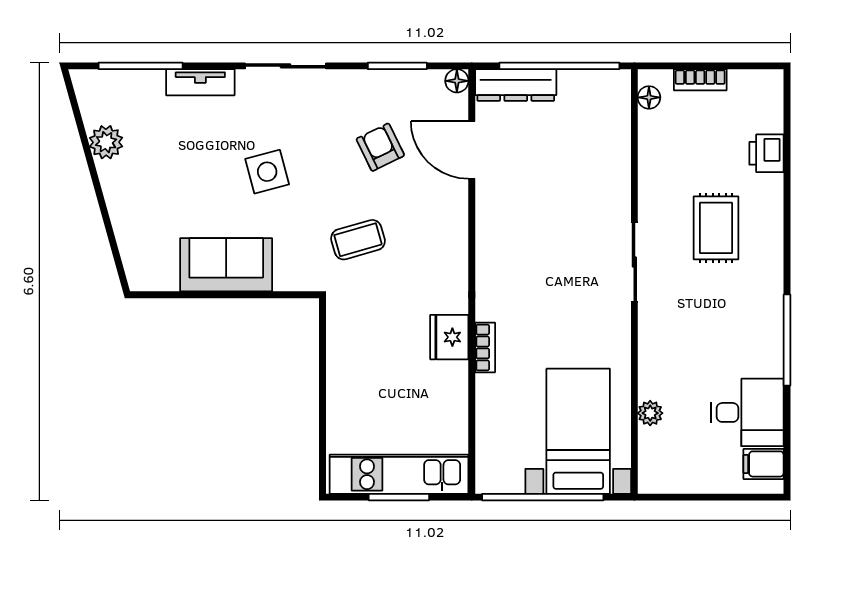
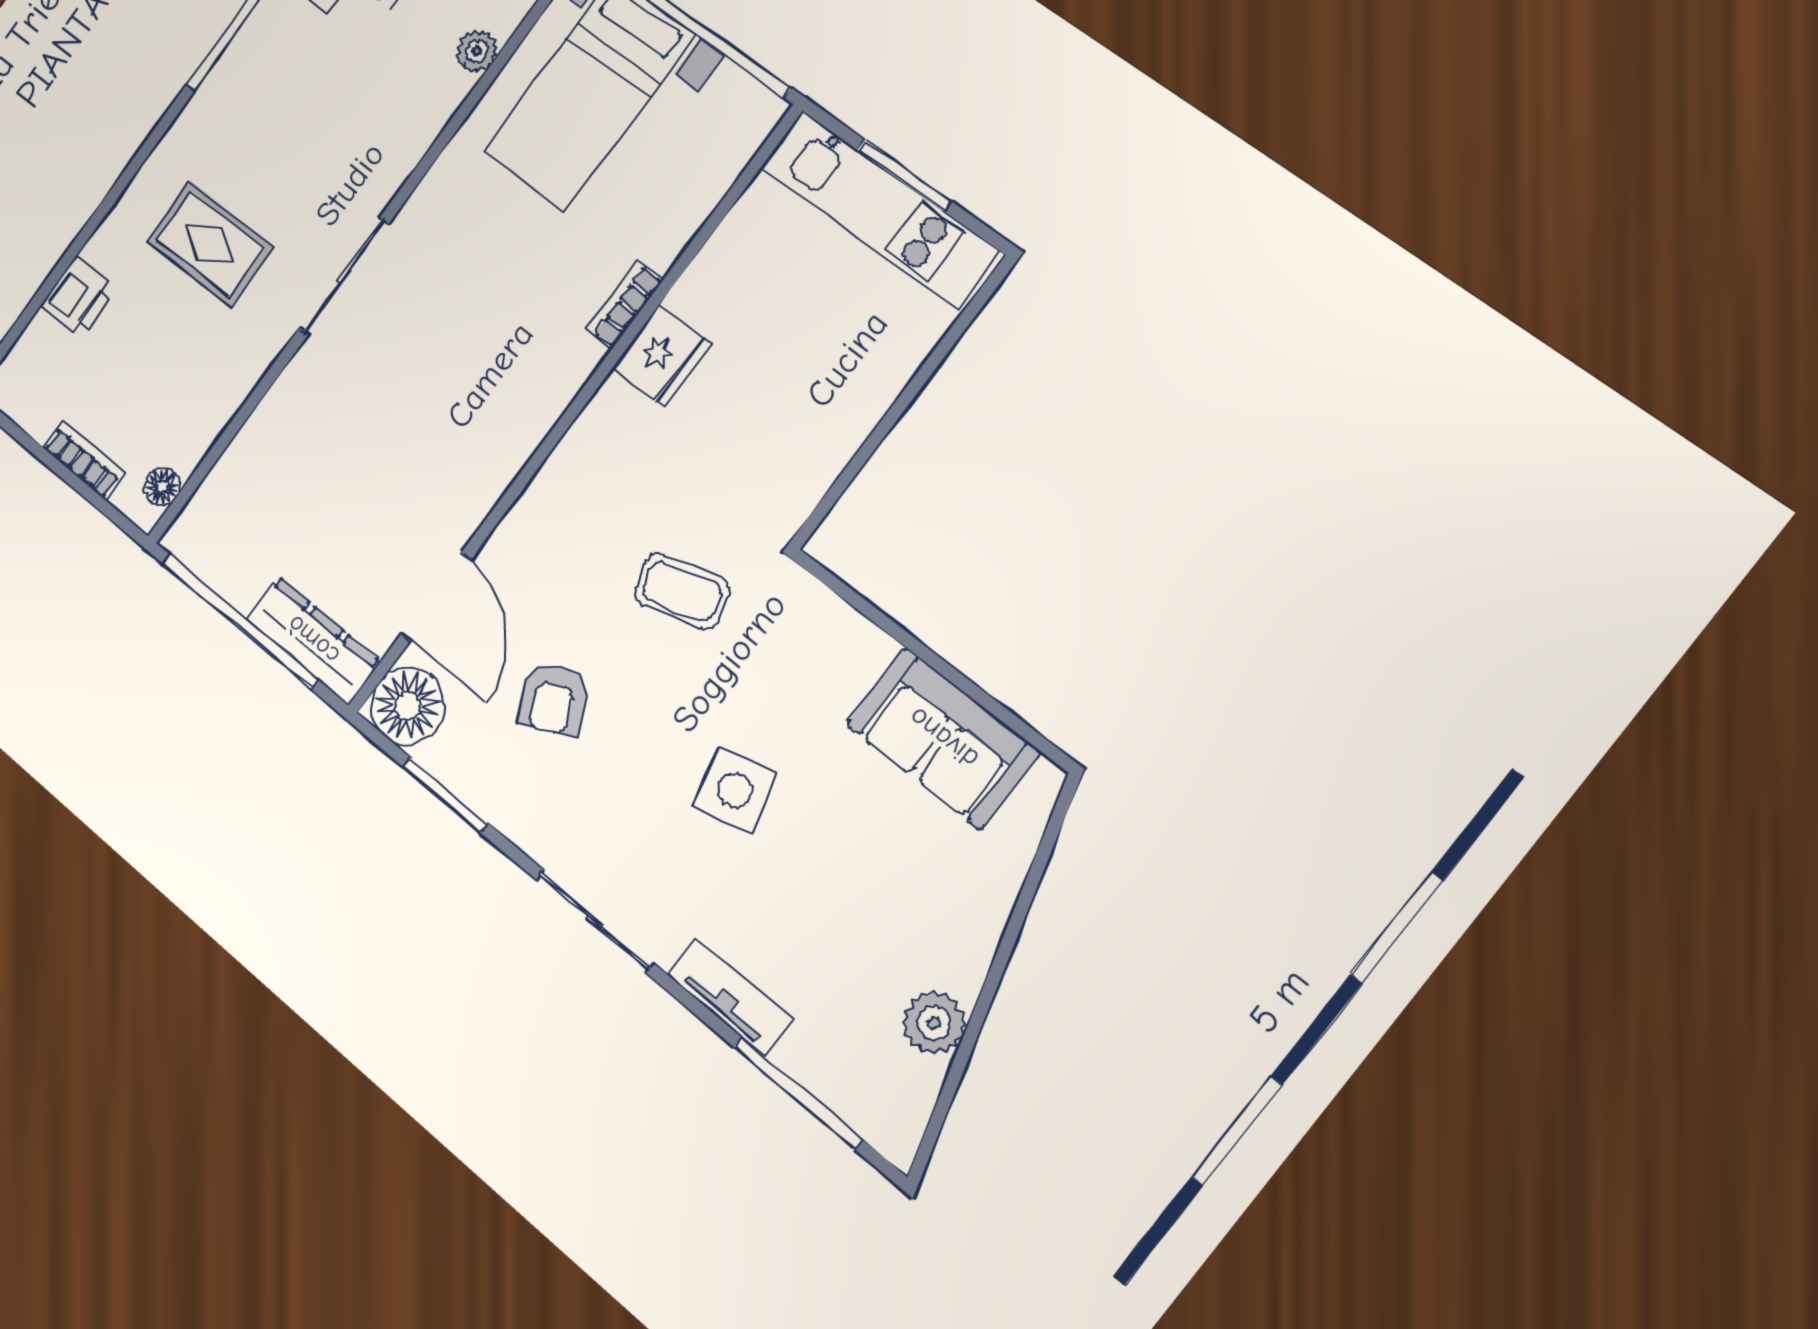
floor lamp: (457, 81) -> (408, 706), width x1.89, depth x1.89
rug: (716, 228) -> (210, 244), turned 90
sofa: (226, 265) -> (943, 738), moved

